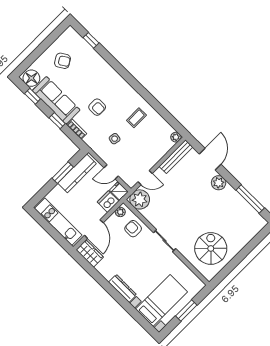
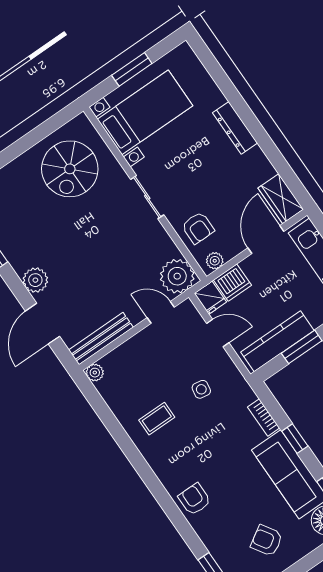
armchair: (97, 107) -> (194, 499), moved
bed with nightstands: (161, 301) -> (145, 112), moved, turned 180

